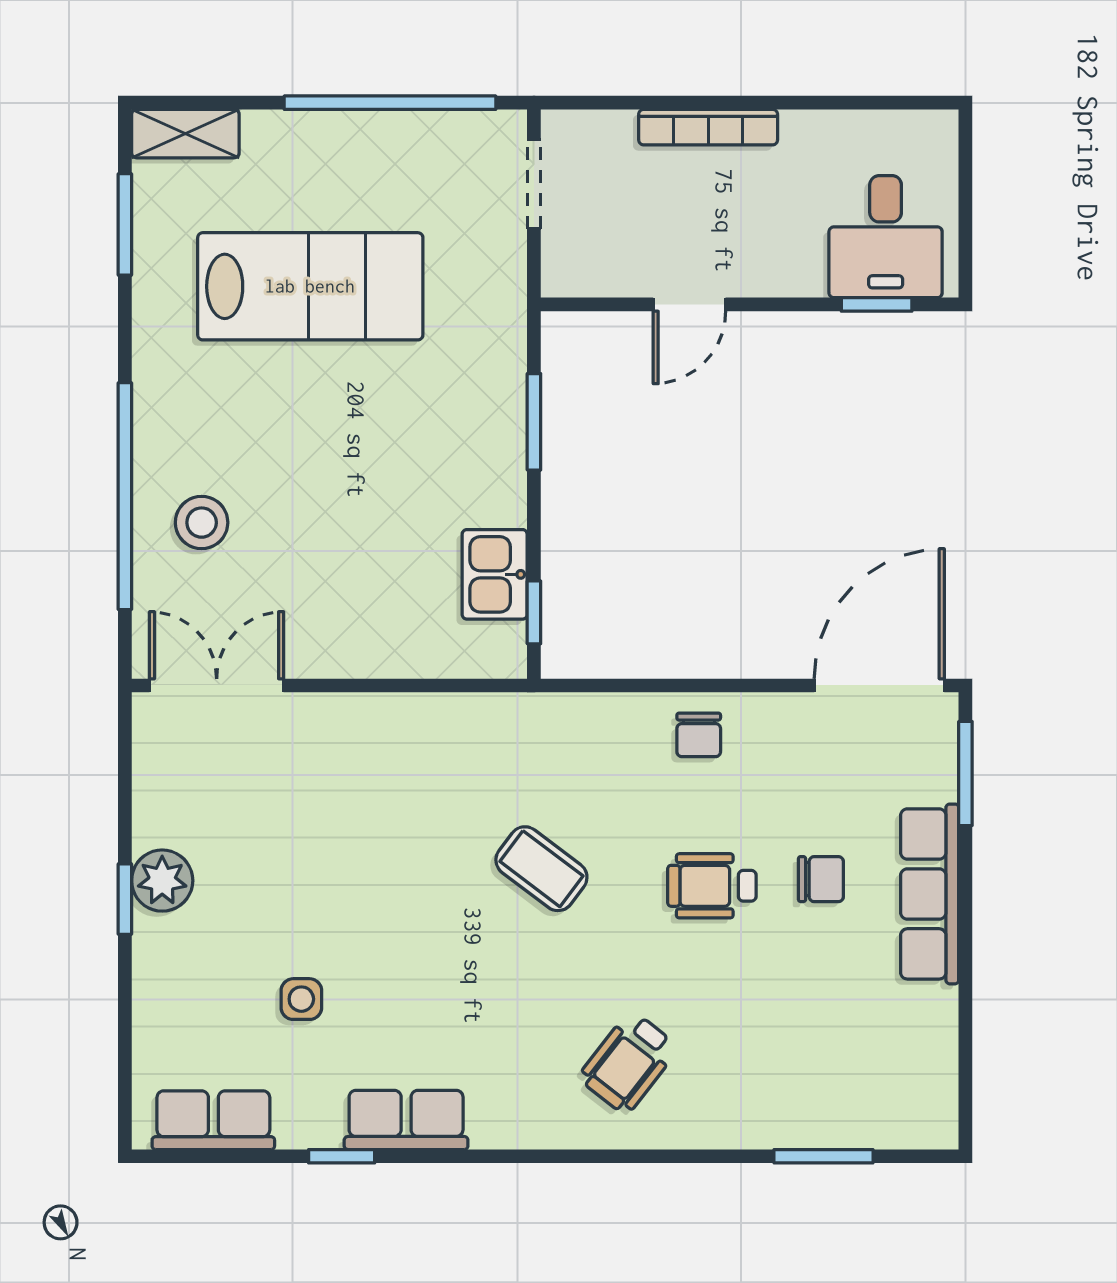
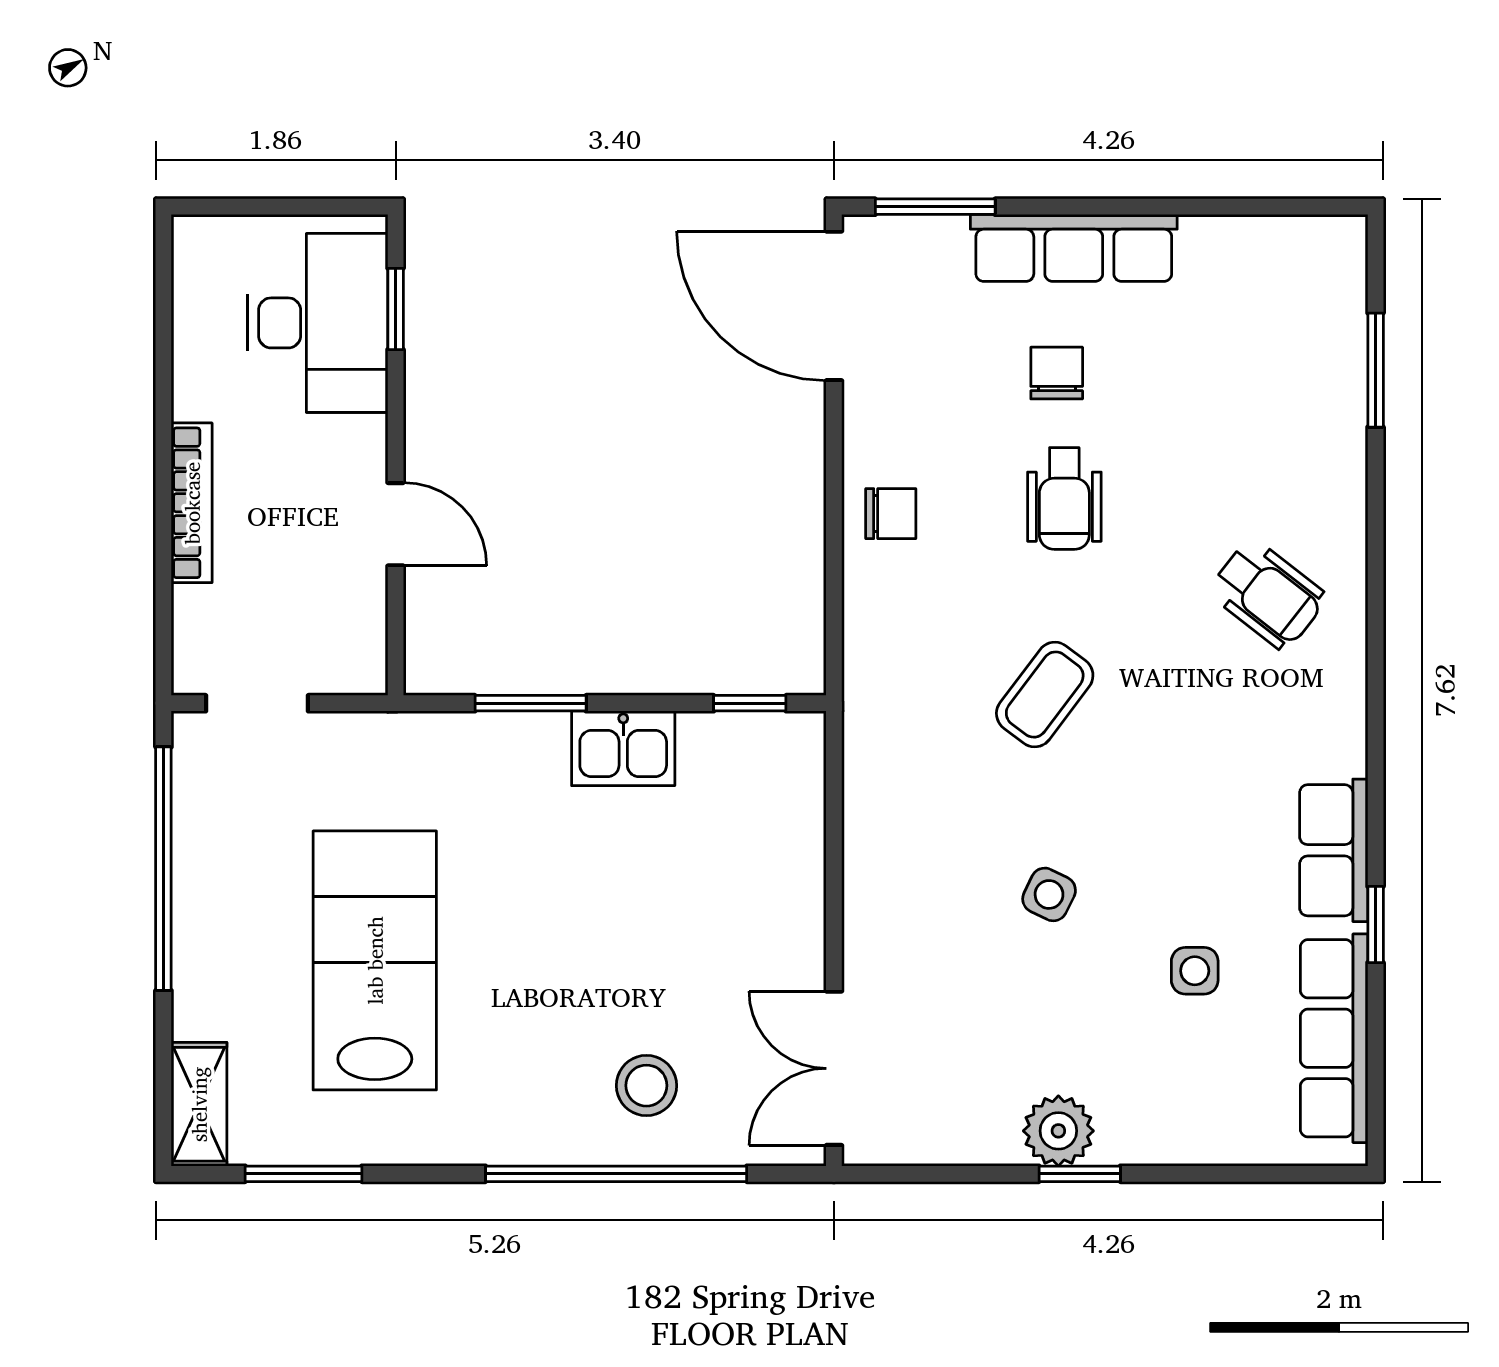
desk: (886, 237) -> (318, 323), width x1.37
kitchen sink: (495, 574) -> (623, 748), moved
side table: (368, 872) -> (1049, 894), added
row of seats: (213, 1120) -> (1334, 1038), width x1.48

